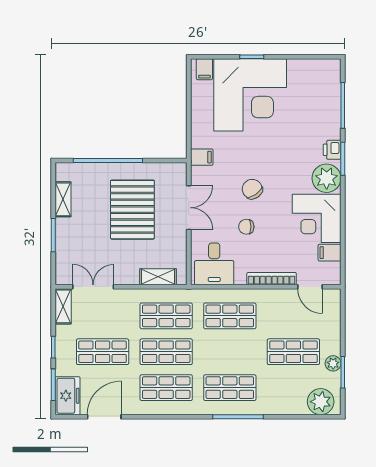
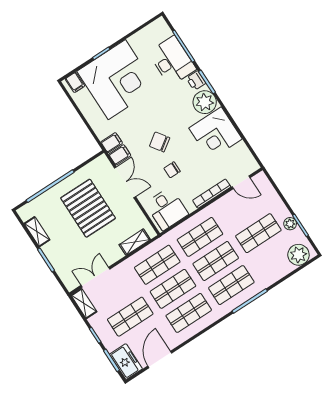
desk: (321, 113) -> (172, 61), added
filing cabinet: (330, 253) -> (120, 155), moved, turned 180
shop shelf: (230, 352) -> (216, 261), added

